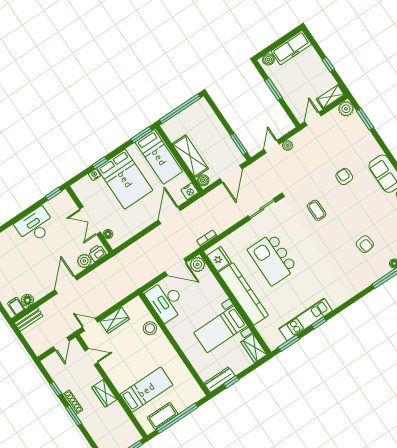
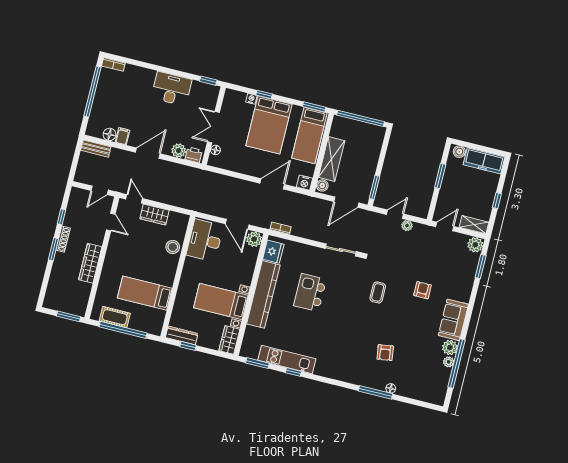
kitchen island: (272, 259) -> (310, 293), width x0.73, depth x0.78
filing cabinet: (16, 306) -> (122, 136), moved
bed: (146, 390) -> (145, 293), moved, turned 180
wardrobe: (104, 393) -> (90, 263), width x1.50

